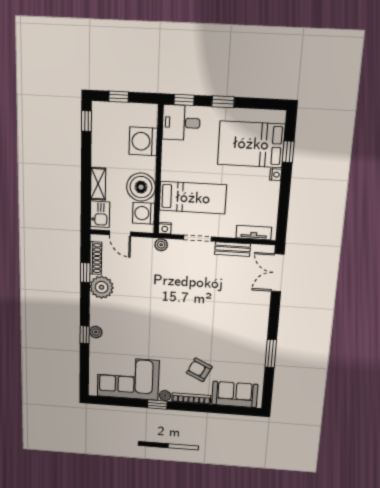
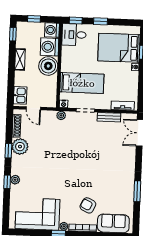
shelving: (98, 184) -> (20, 59), moved
boiler: (141, 187) -> (48, 66), moved
washing machine: (144, 213) -> (52, 30), moved
window: (85, 273) -> (8, 151), moved

